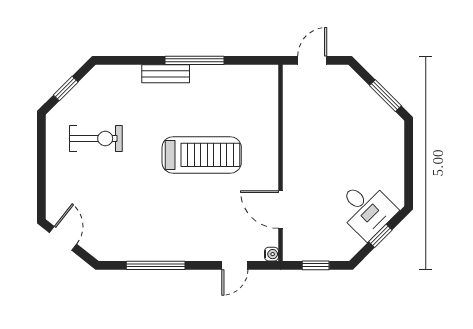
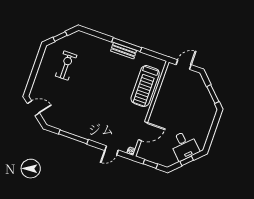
bench: (166, 74) -> (124, 51), moved
exercise bike: (96, 138) -> (66, 66), turned -90
treadmill: (202, 155) -> (145, 86), moved, turned 90
door: (281, 210) -> (143, 131), swing flipped
door: (63, 238) -> (33, 108), hinge flipped

